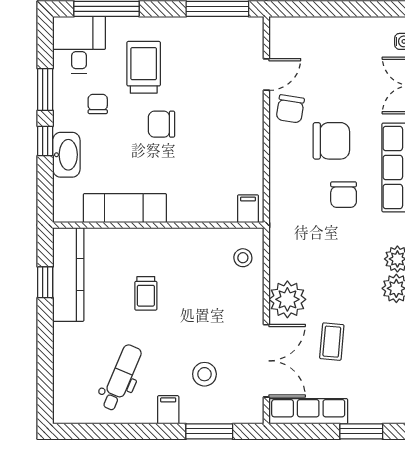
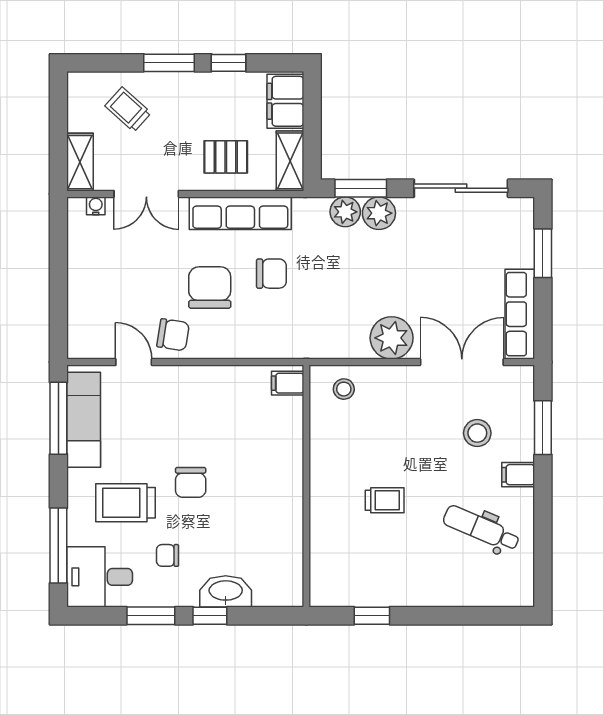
exam couch: (125, 208) -> (84, 420), moved, turned 180
kitchen counter: (68, 275) -> (363, 589), removed
coffee table: (332, 342) -> (440, 287), removed

